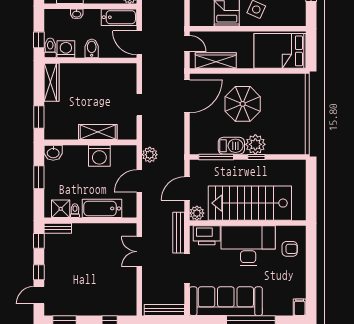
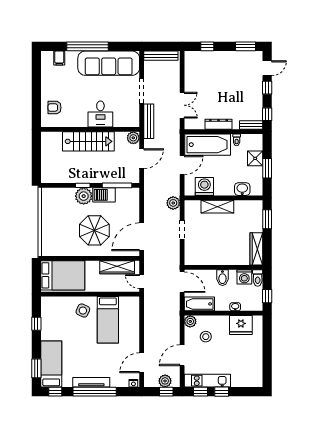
window: (39, 40) -> (267, 296), moved
washbasin: (53, 153) -> (242, 189), moved
plant: (150, 155) -> (173, 203), moved
washing machine: (99, 156) -> (204, 186), moved
stairs: (250, 203) -> (88, 141), width x0.73, depth x0.66
bathtub: (102, 208) -> (208, 145), width x1.36, depth x1.36
shower: (61, 209) -> (255, 158), moved
dresser: (96, 229) -> (219, 124), added
printer: (207, 235) -> (125, 119), removed
desk: (248, 246) -> (100, 114), width x0.53, depth x0.77
filing cabinet: (300, 307) -> (59, 58), moved

